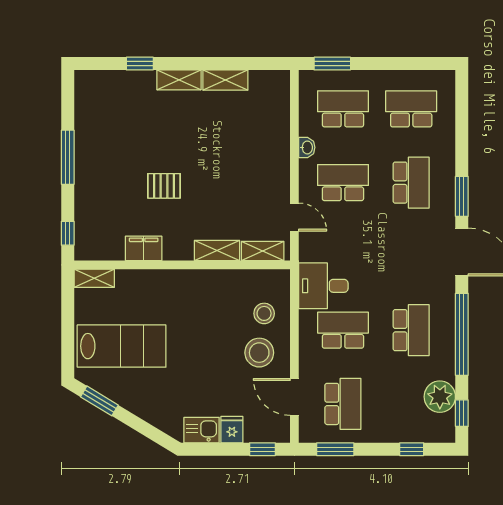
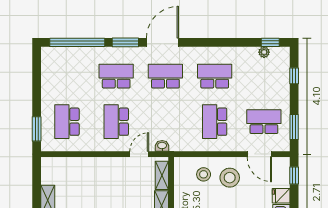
school desk: (411, 109) -> (165, 76), moved, turned 90
washbasin: (307, 147) -> (162, 146), moved
desk: (323, 286) -> (185, 135), removed
window: (462, 334) -> (77, 42), moved
door: (294, 397) -> (259, 154), hinge flipped
plant: (440, 397) -> (264, 52), width x0.53, depth x0.53

